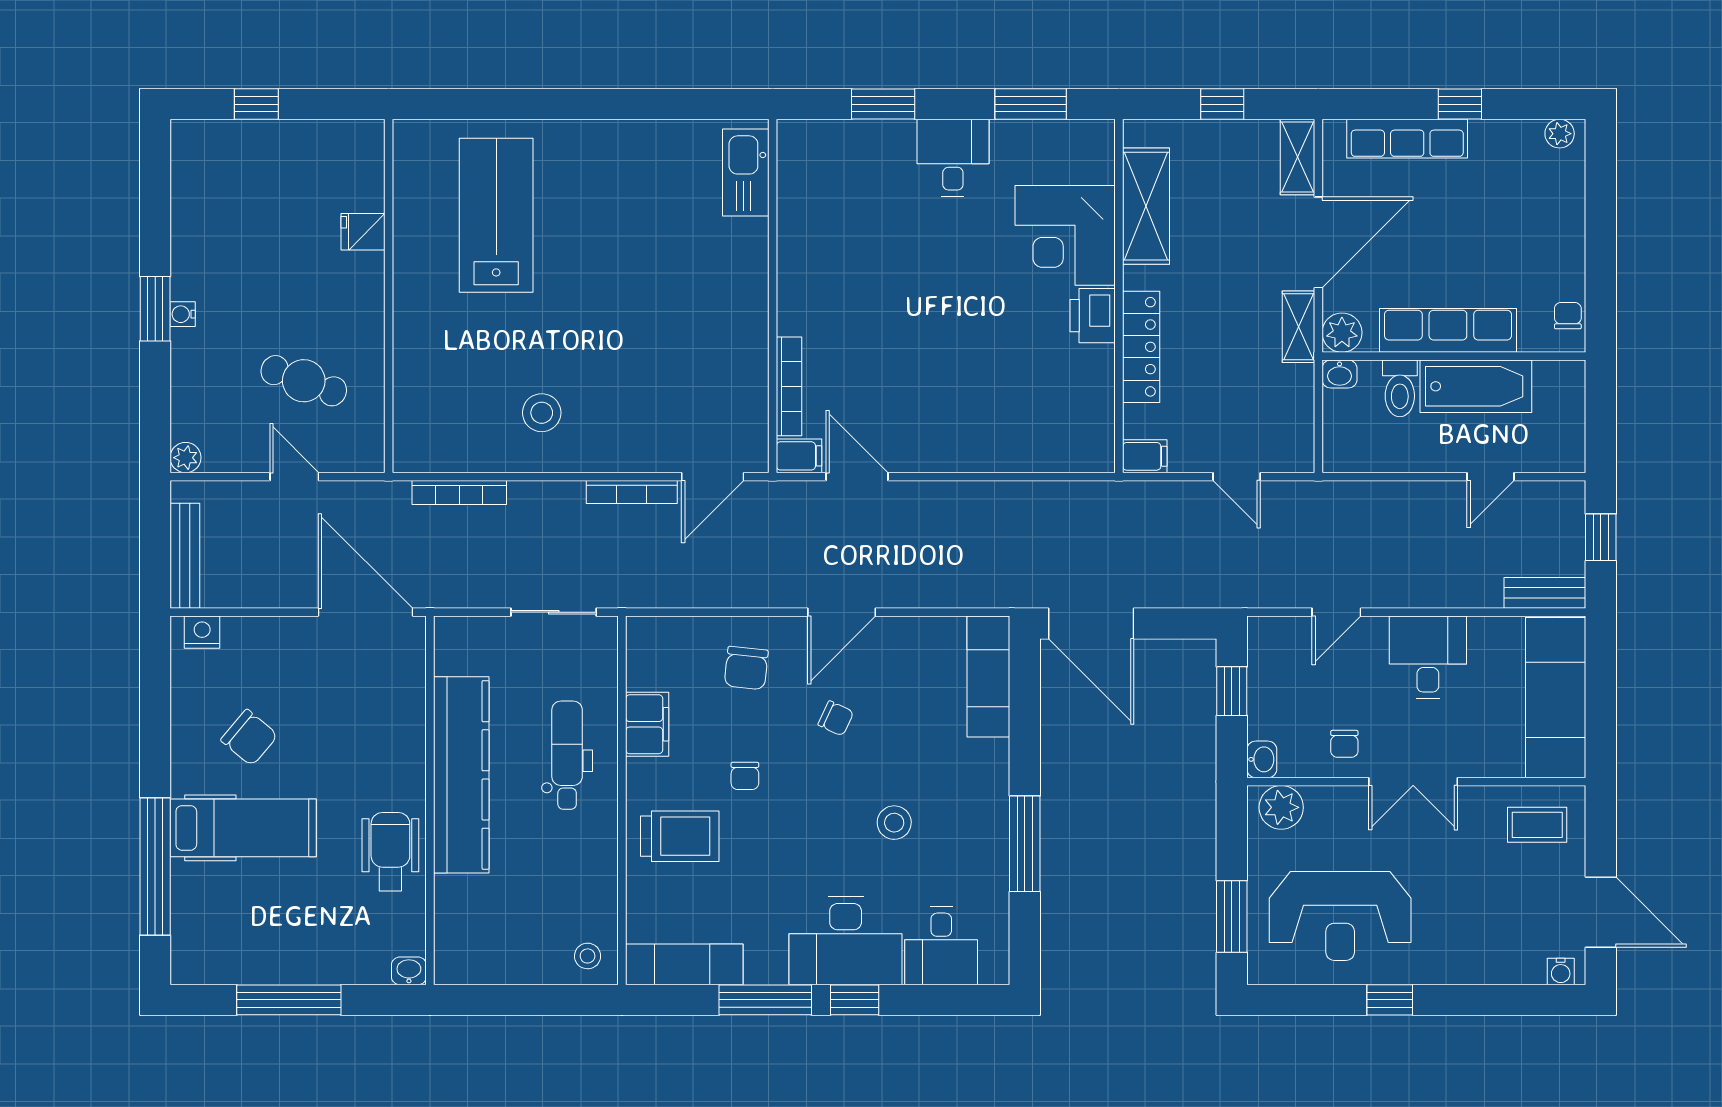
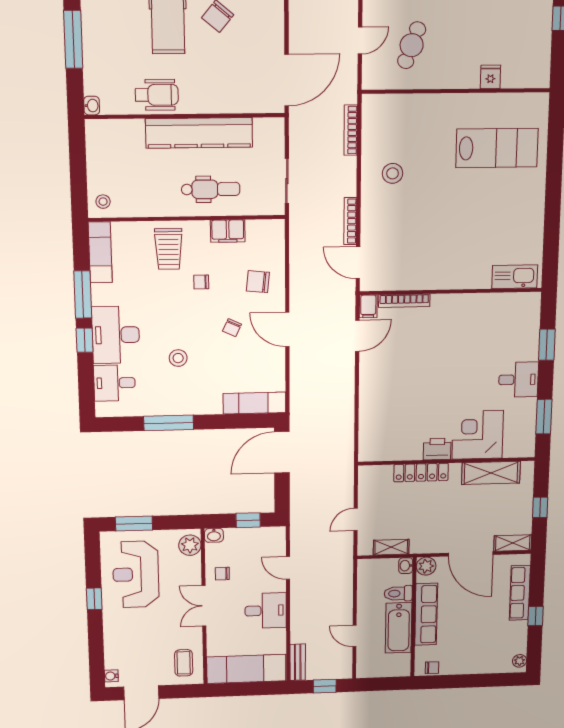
shelving: (1299, 327) -> (391, 547), moved
filing cabinet: (1145, 456) -> (366, 476), removed

